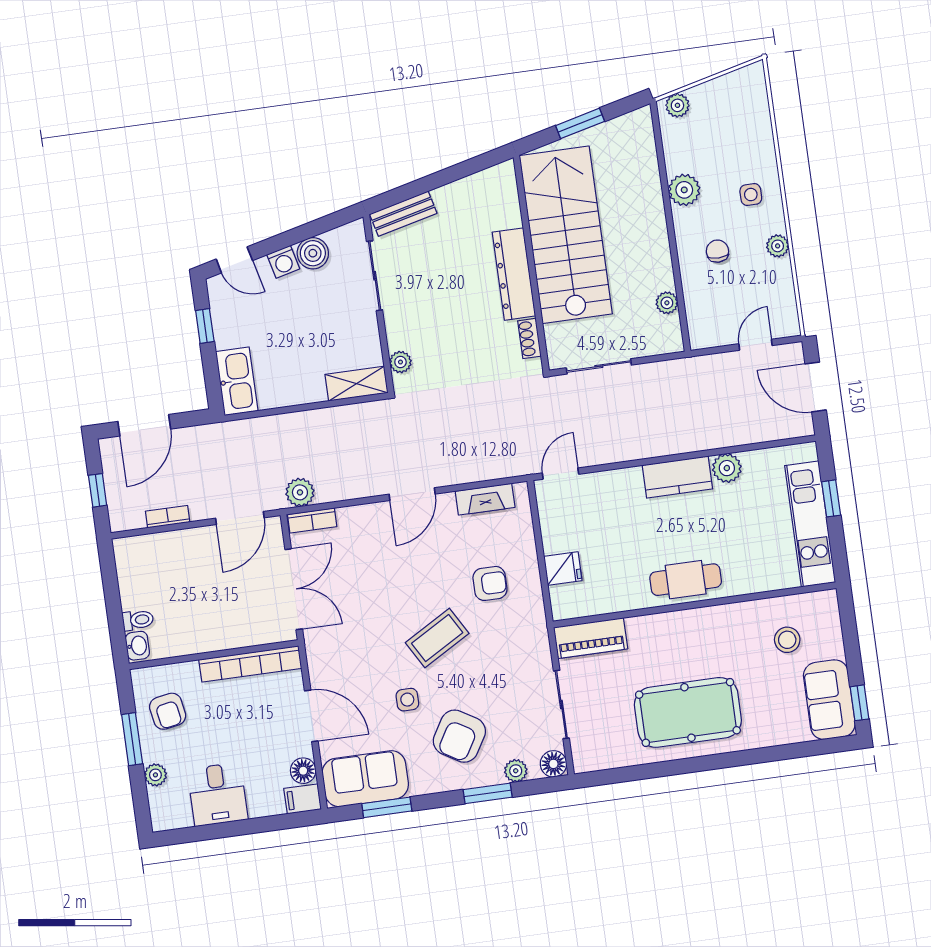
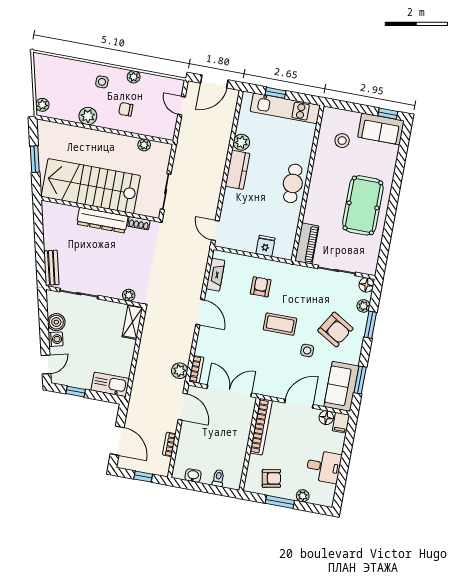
coffee table: (437, 638) -> (280, 324), turned -60
washbasin: (137, 646) -> (193, 476), moved

